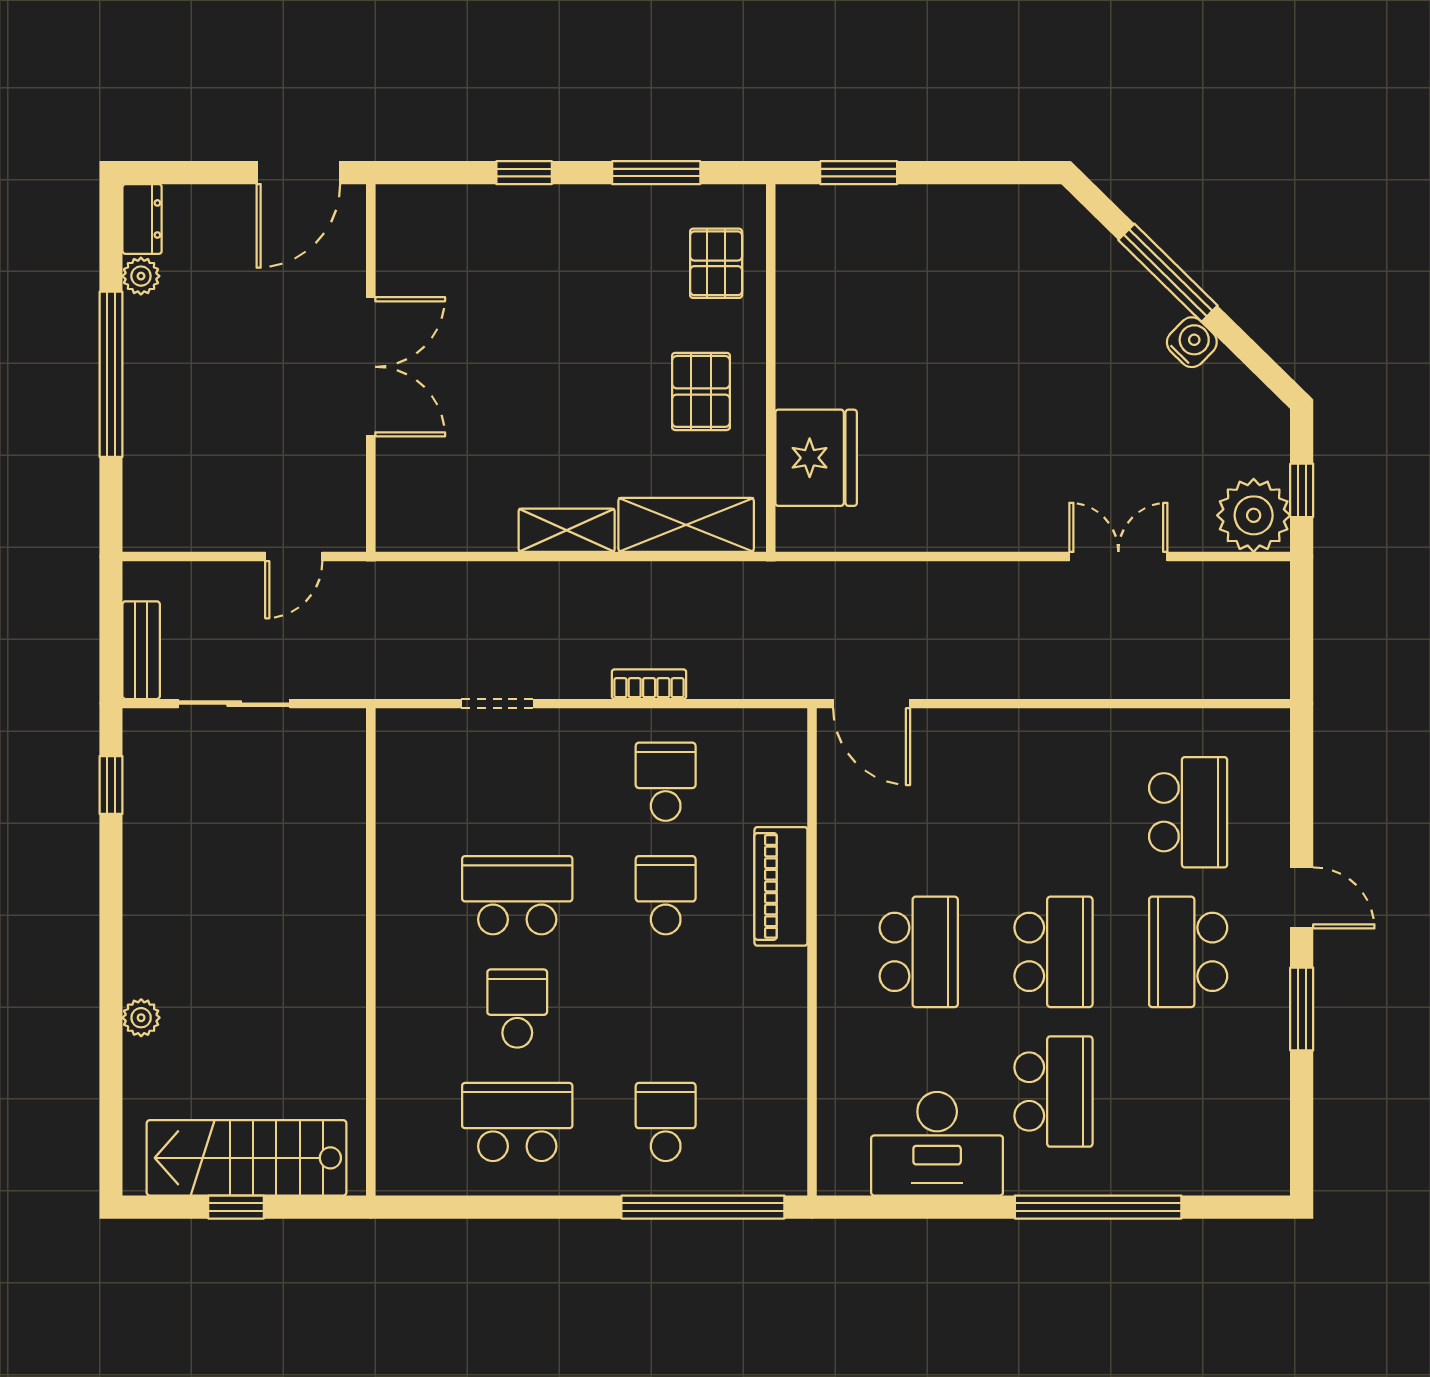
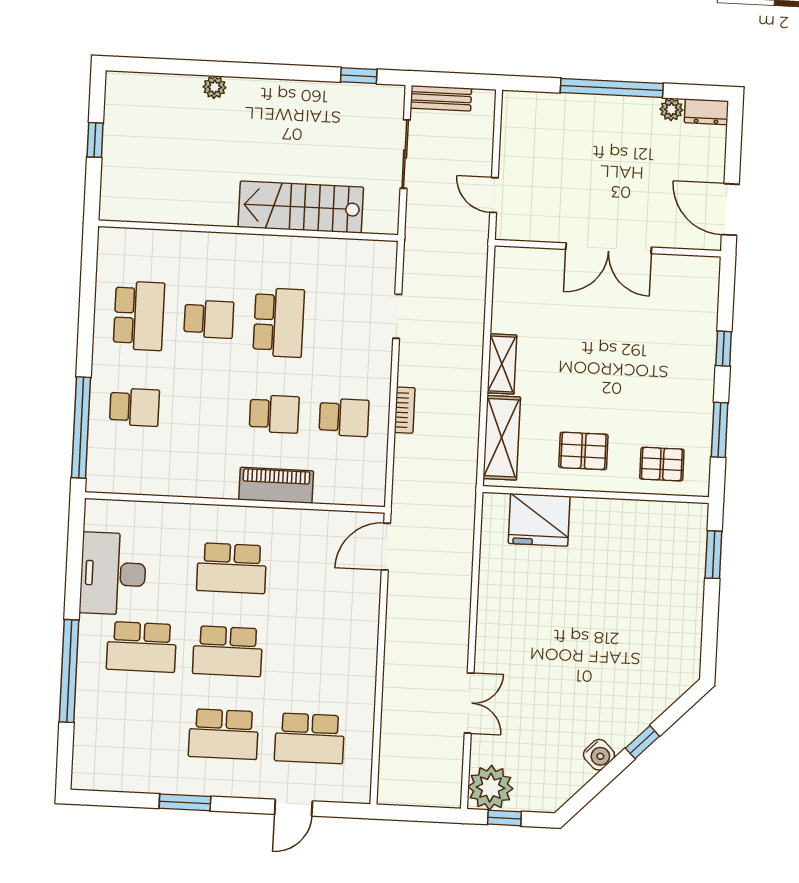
window: (1168, 273) -> (642, 742), width x0.46
door: (1302, 898) -> (293, 808), moved
school desk: (1188, 952) -> (224, 734), turned 180
stairs: (247, 1158) -> (301, 207), moved, turned -90

